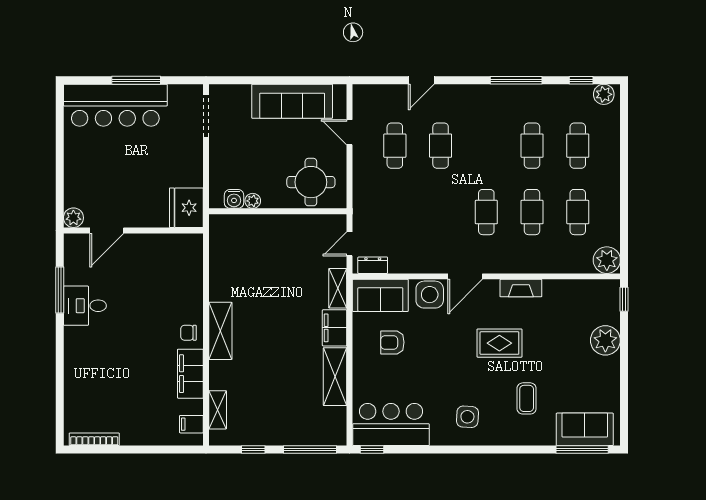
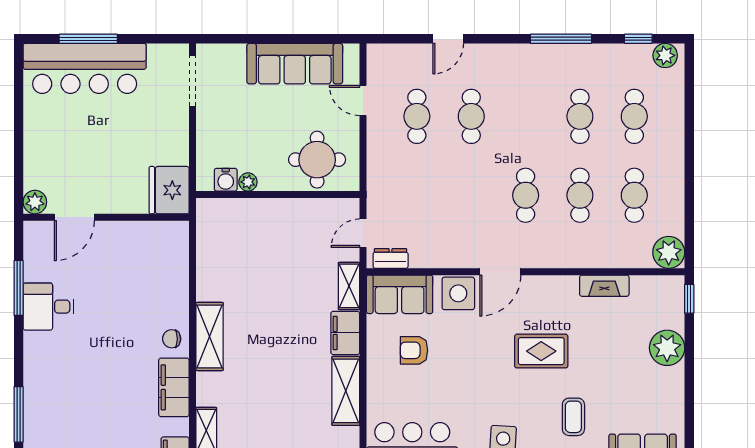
window: (136, 80) -> (88, 39), moved
fireplace: (521, 288) -> (604, 286), moved
window: (60, 396) -> (19, 414), added

